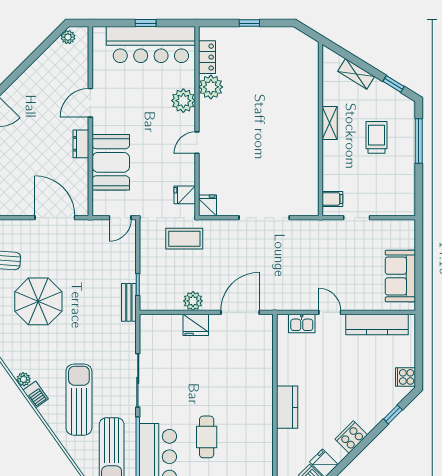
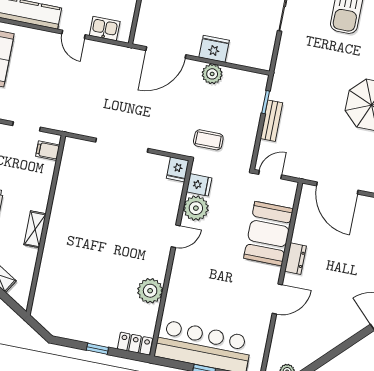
locker: (207, 57) -> (135, 344), moved, turned 90
plant: (183, 101) -> (196, 208), moved
coffee table: (184, 239) -> (208, 140), width x0.73, depth x0.77
bench: (129, 302) -> (271, 121), moved

